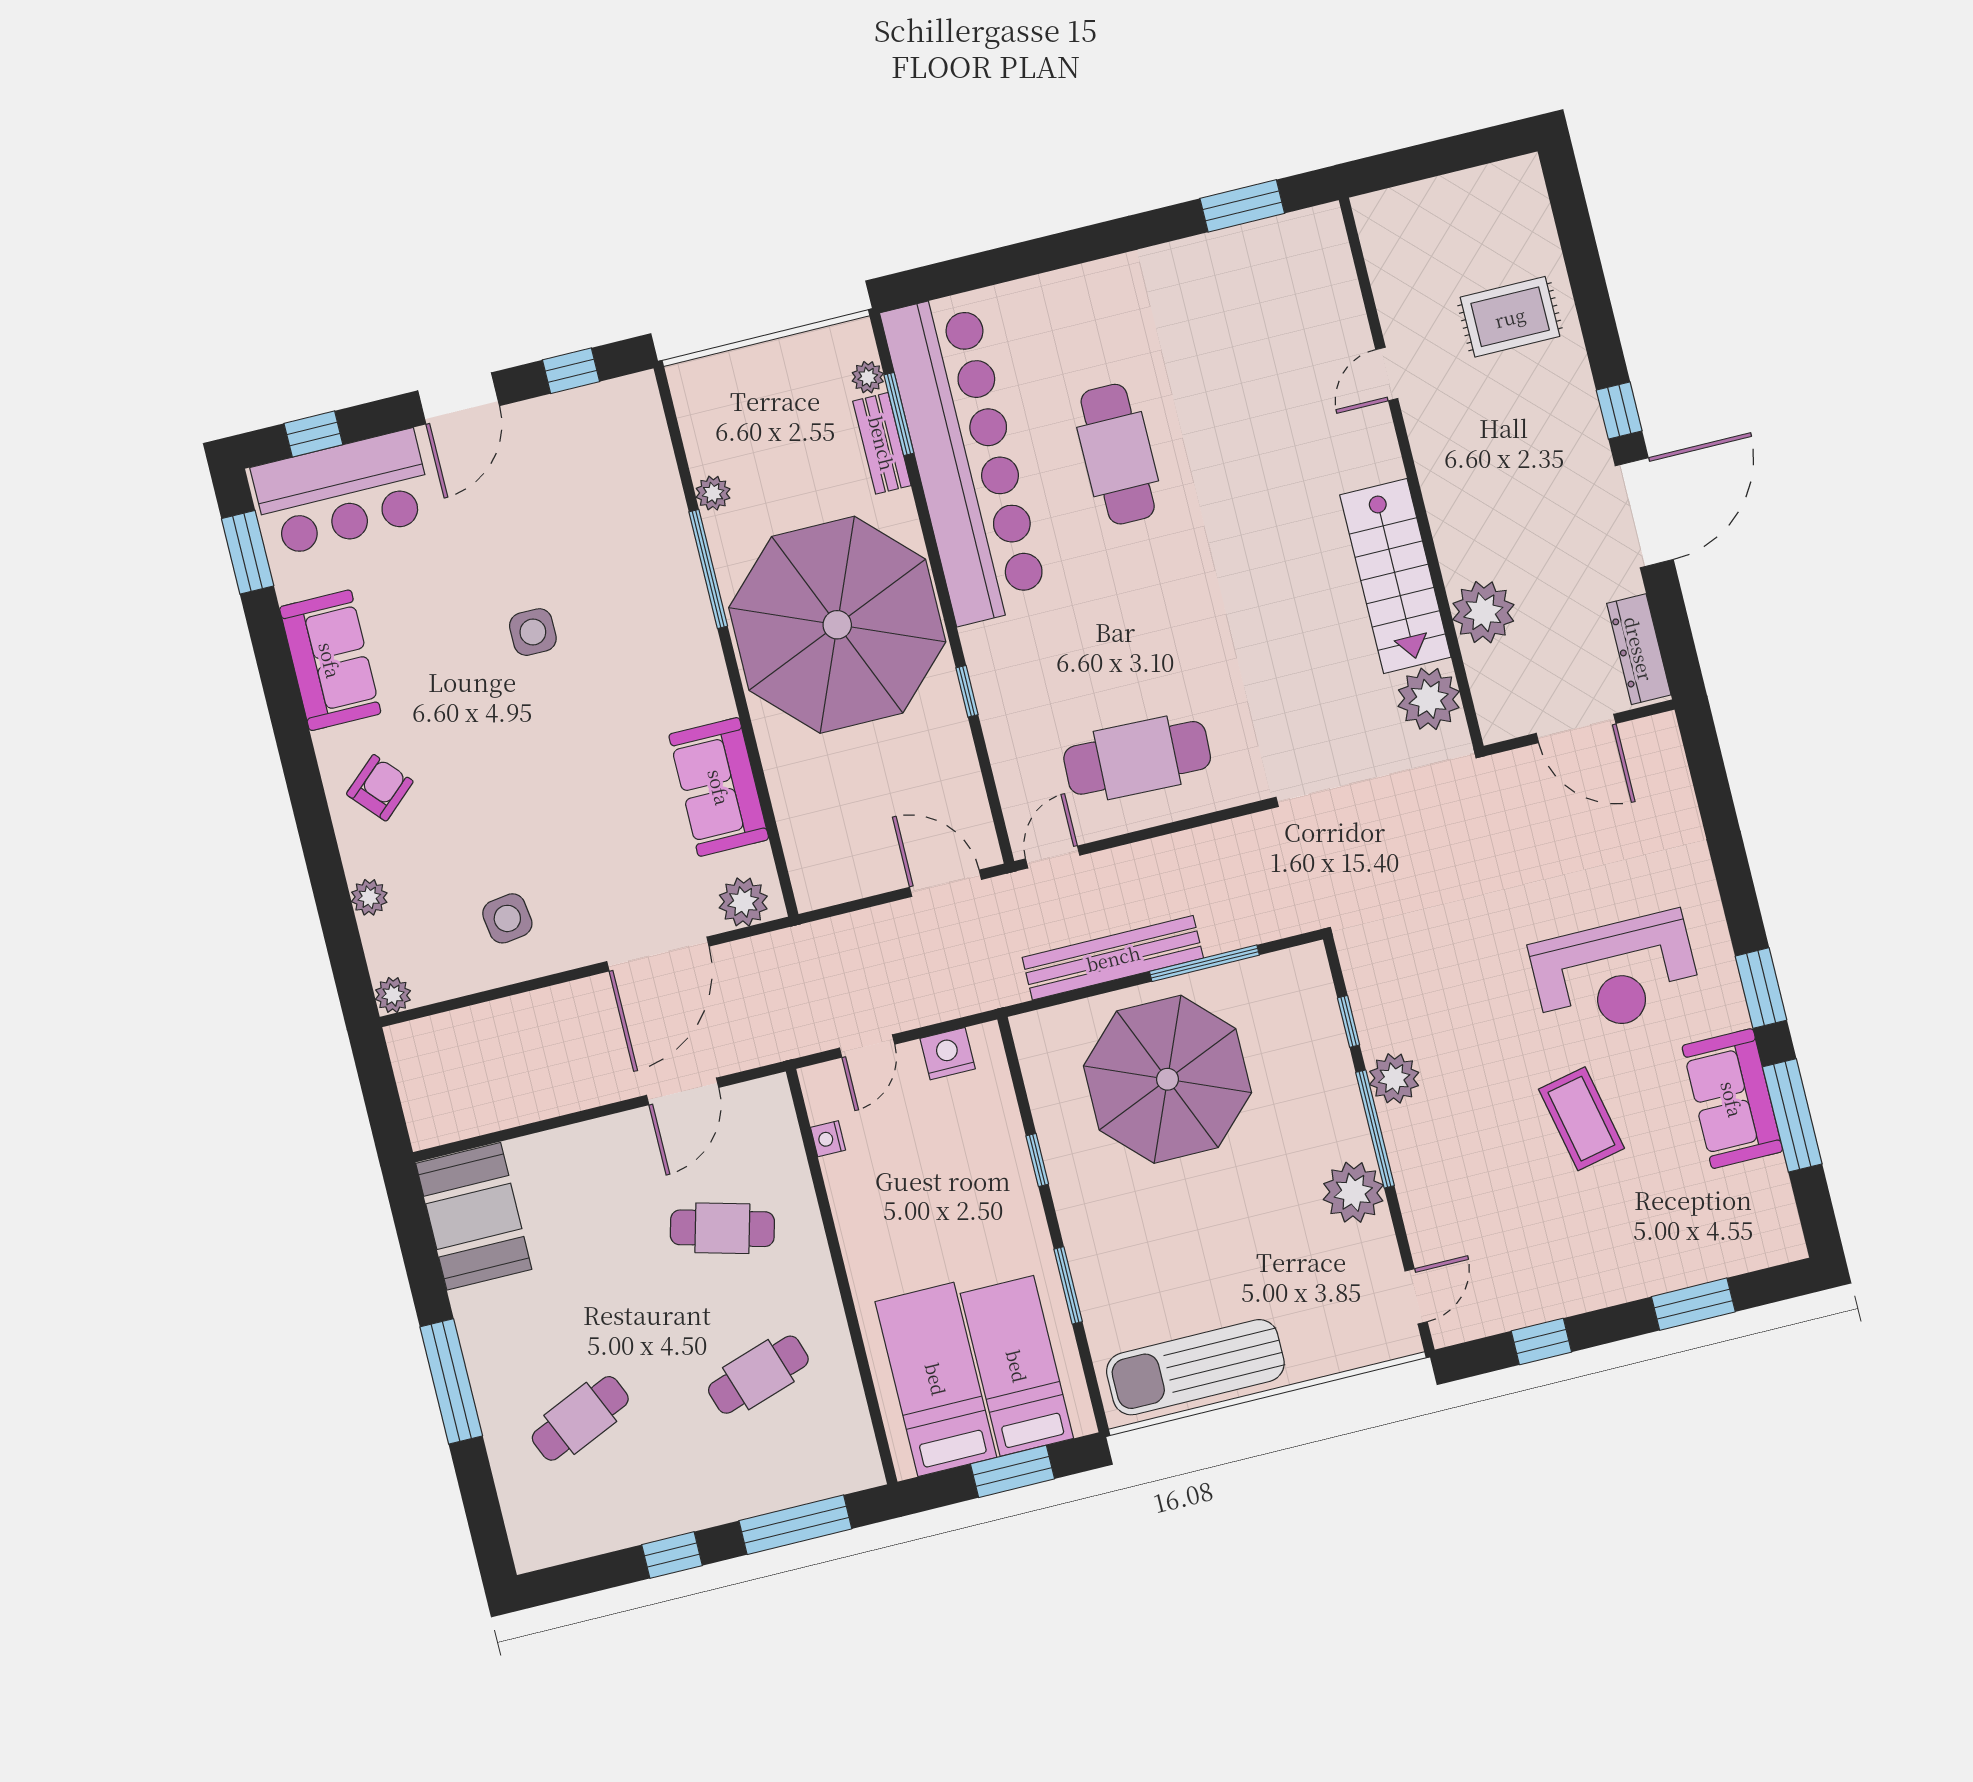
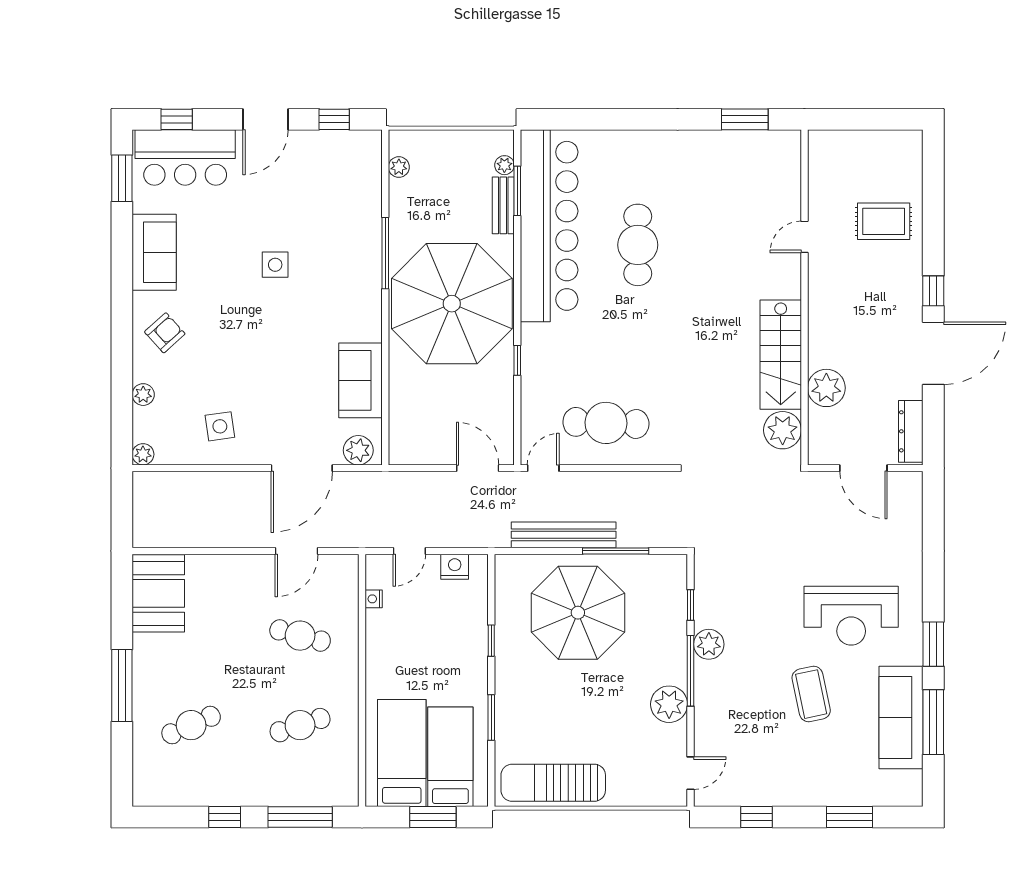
plant: (713, 493) -> (399, 167), moved
sofa: (1732, 1099) -> (901, 717), width x1.36

